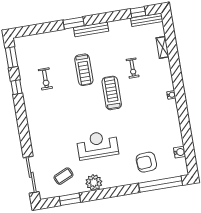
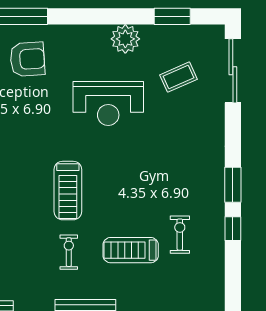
window: (11, 57) -> (233, 185), moved
exercise bike: (133, 68) -> (69, 252), moved
treadmill: (84, 70) -> (131, 250), moved, turned -90
coffee table: (63, 176) -> (179, 77), moved

